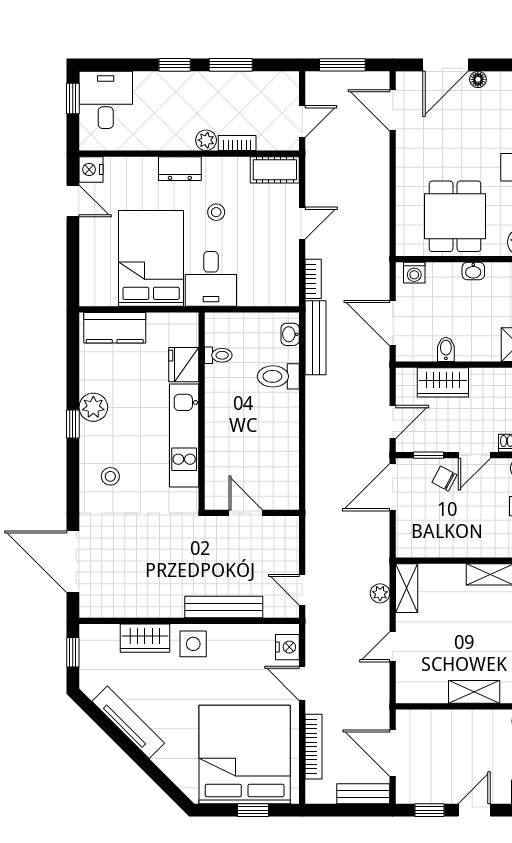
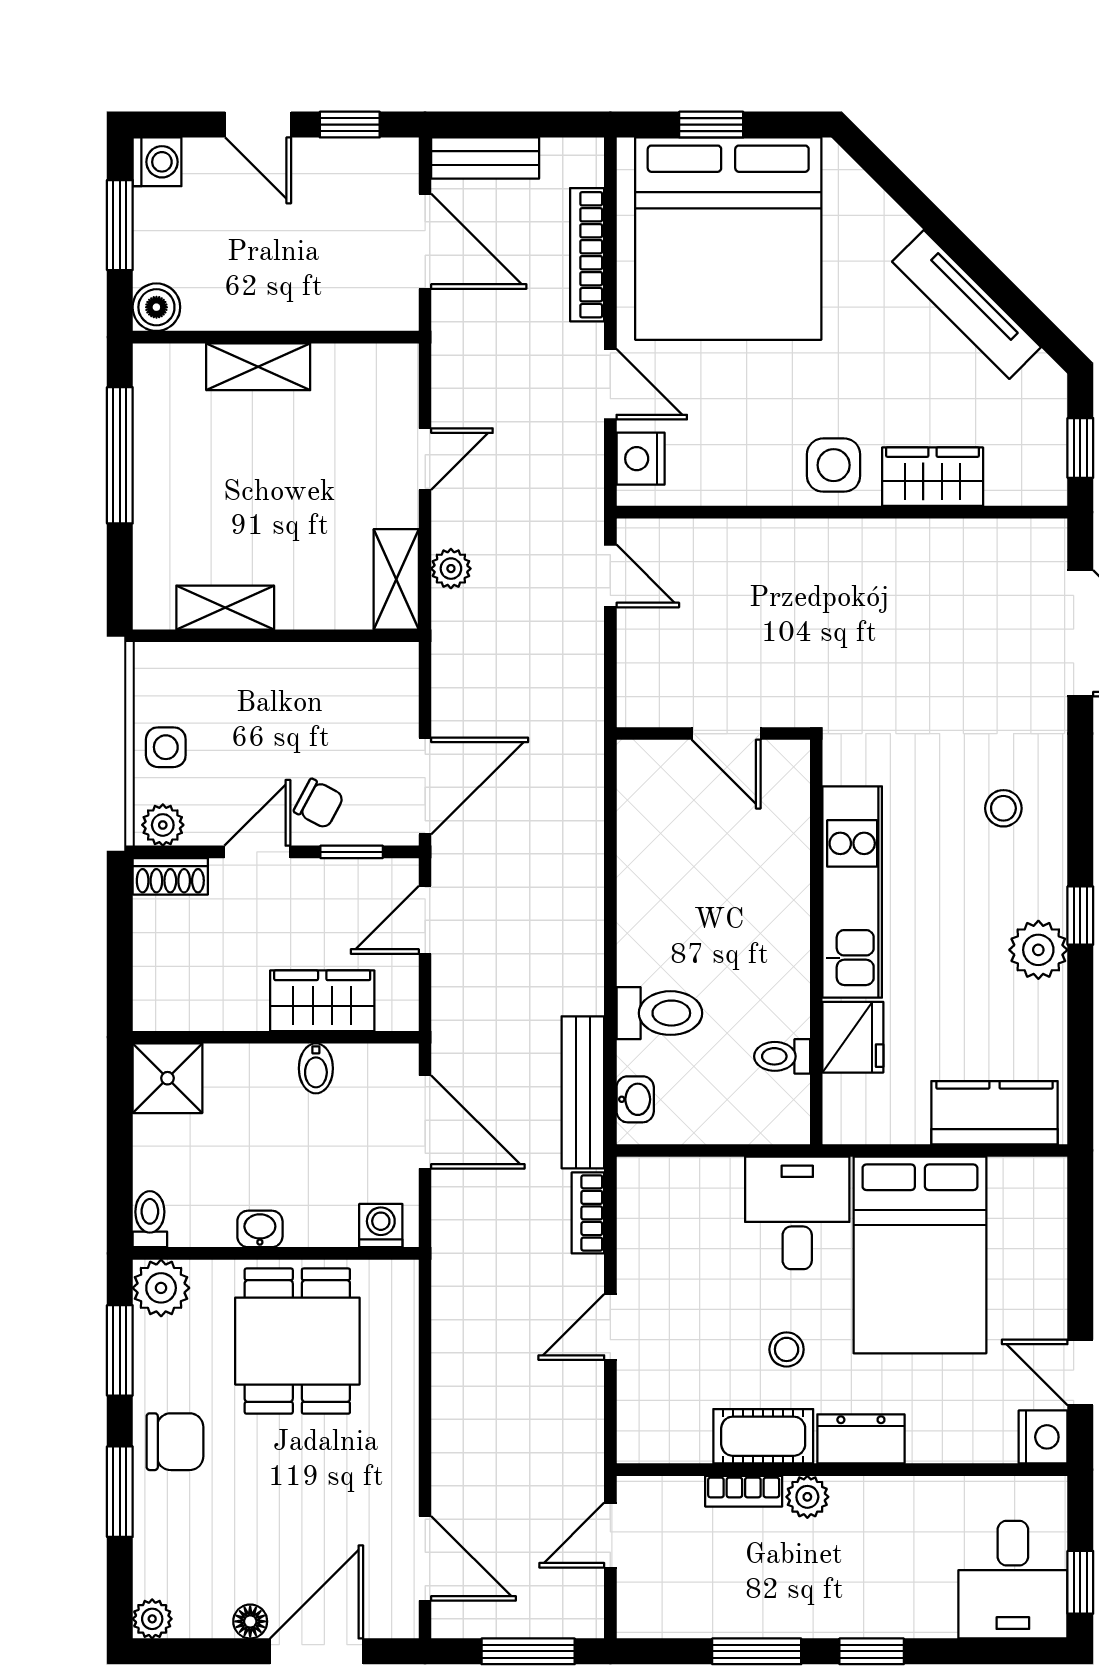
cot: (275, 170) -> (763, 1436), moved
bench: (224, 607) -> (771, 541), removed
door: (474, 810) -> (258, 125), hinge flipped

